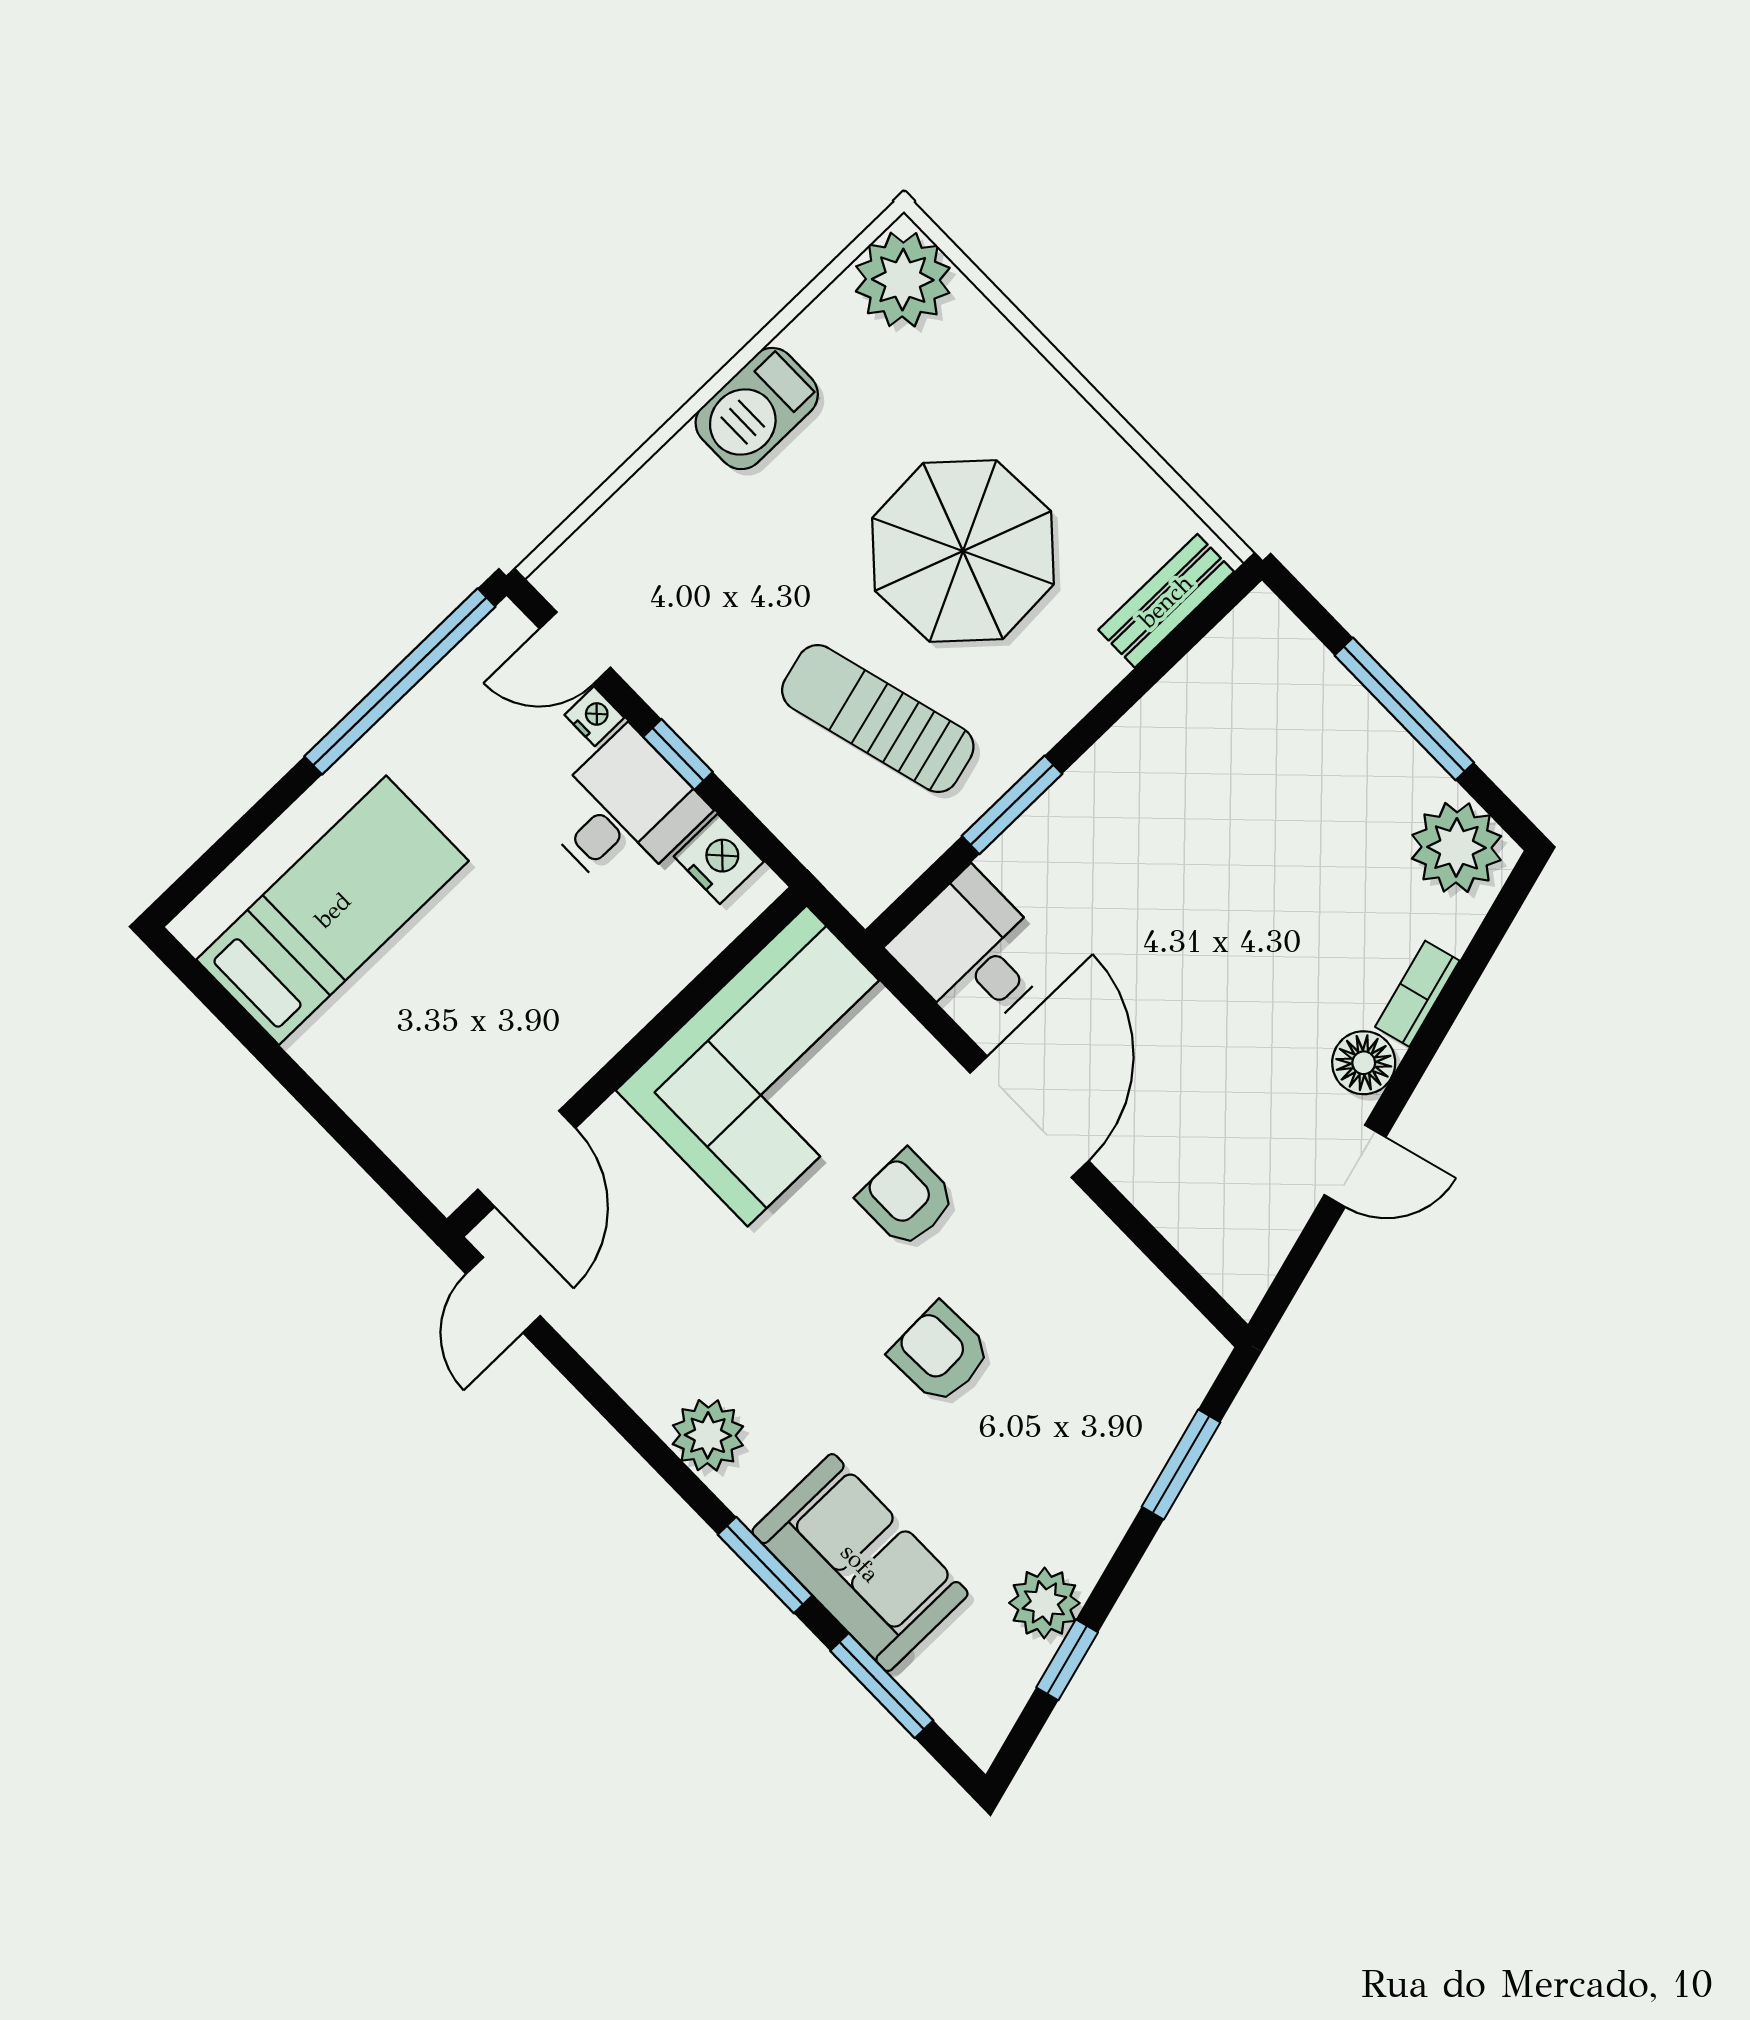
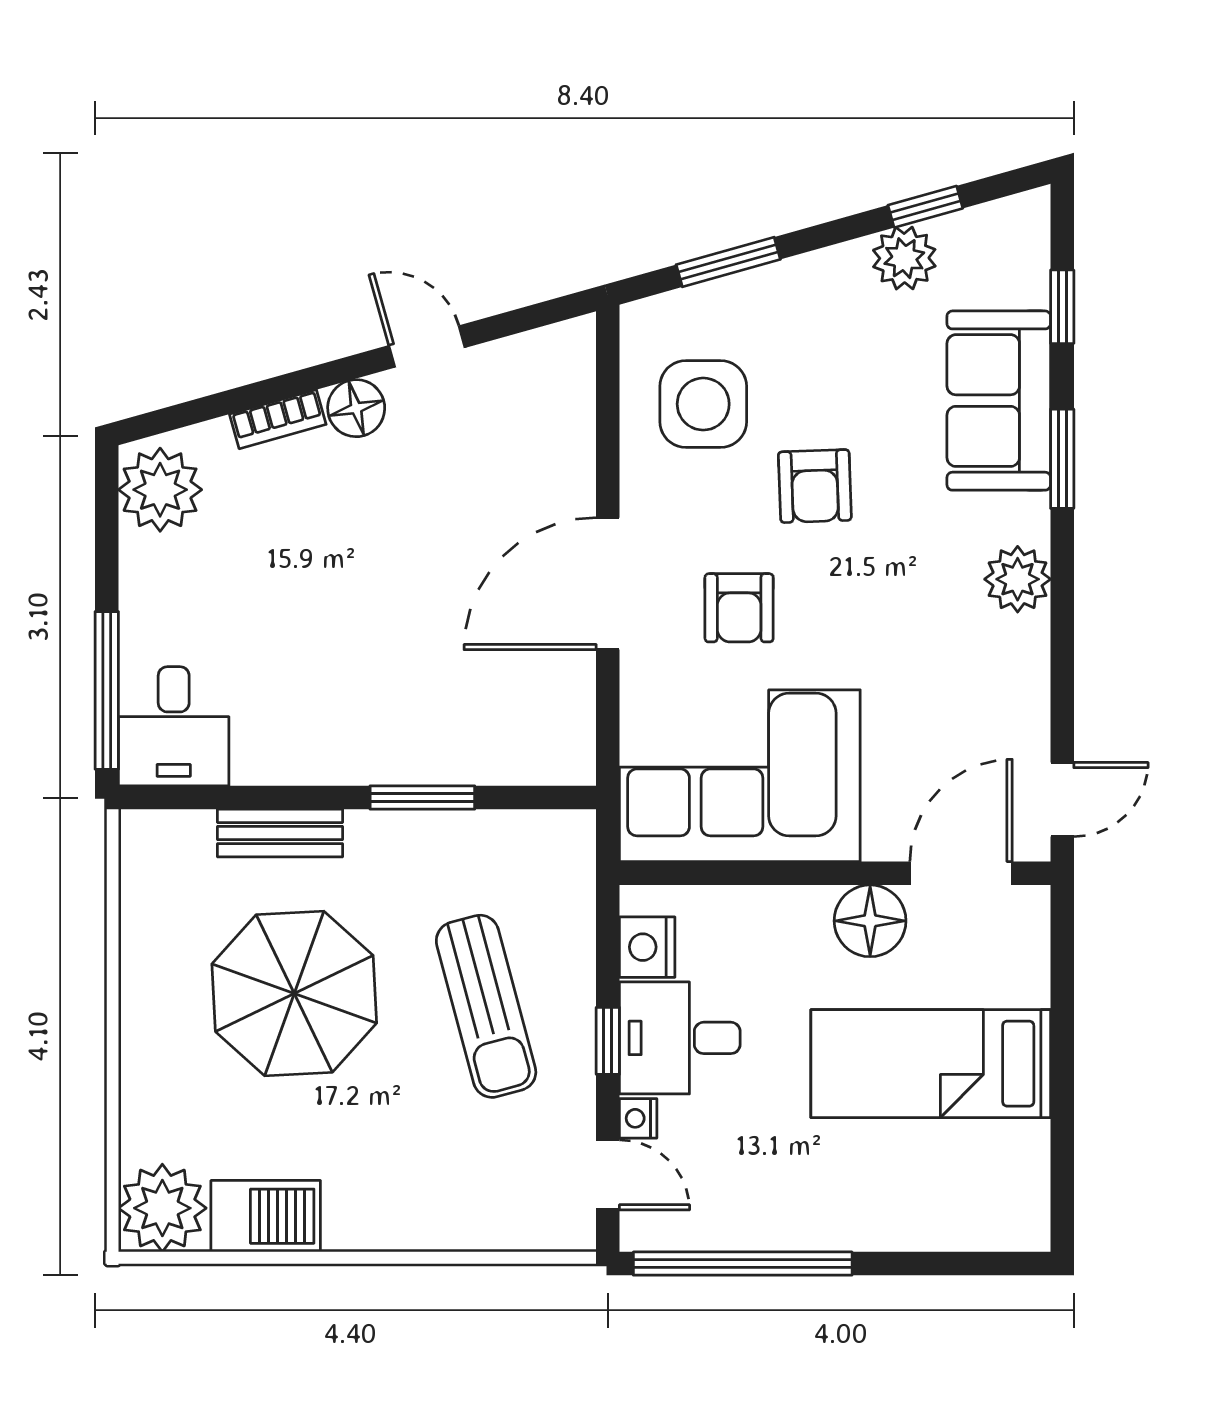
barbecue: (757, 409) -> (266, 1216), moved
bench: (1166, 601) -> (280, 833), moved
window: (1404, 709) -> (107, 690), moved
sun lounger: (878, 719) -> (486, 1006), moved
bed: (333, 910) -> (931, 1064), moved
desk: (973, 952) -> (174, 726), moved
floor lamp: (562, 1051) -> (870, 921), added
side table: (1092, 1333) -> (703, 404), added
window: (882, 1686) -> (1062, 307), width x0.67

